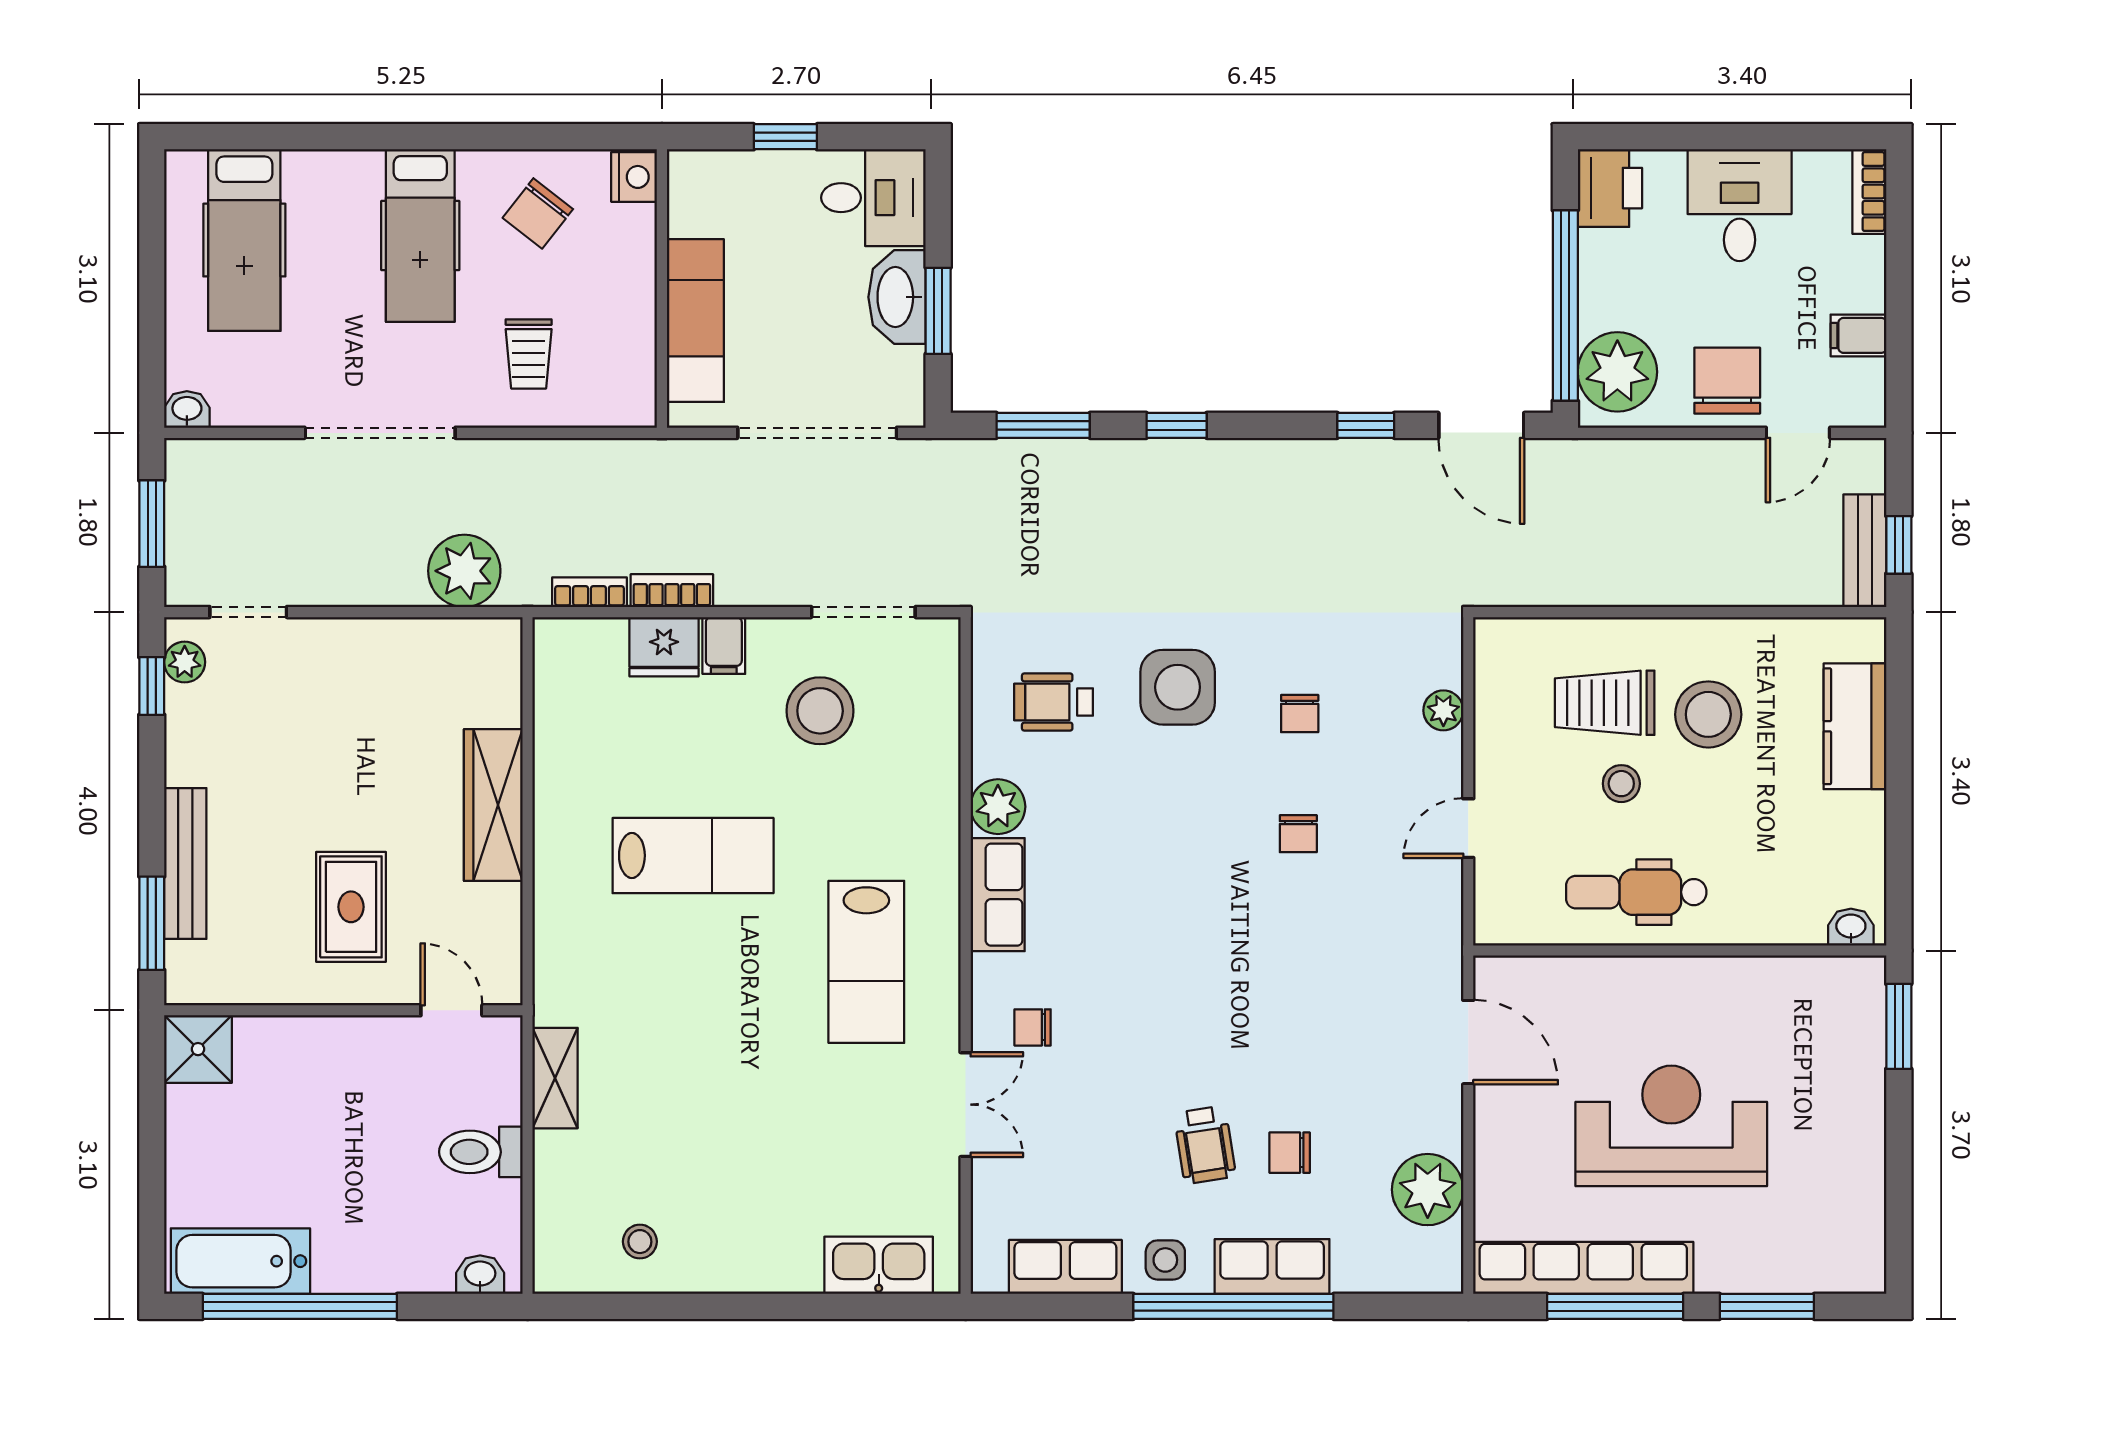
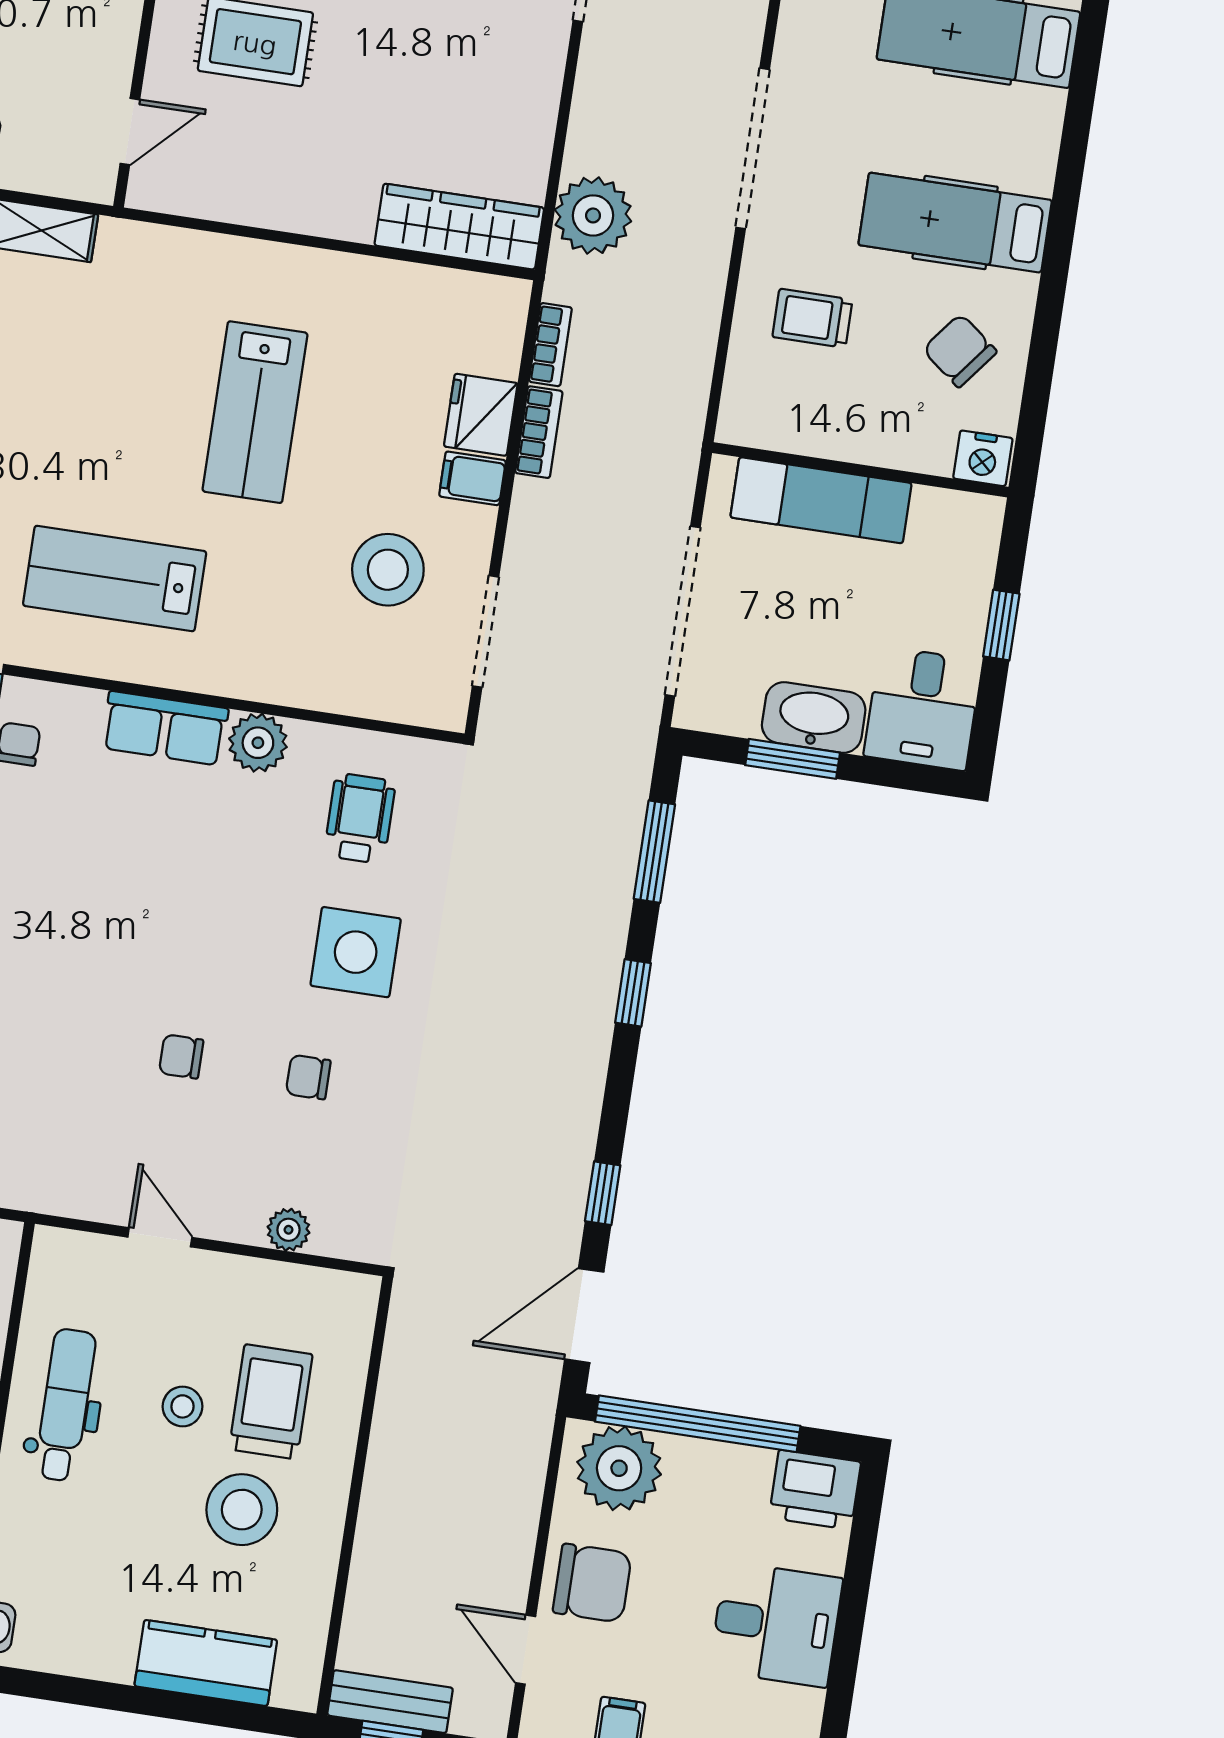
wardrobe: (493, 805) -> (459, 227), moved

